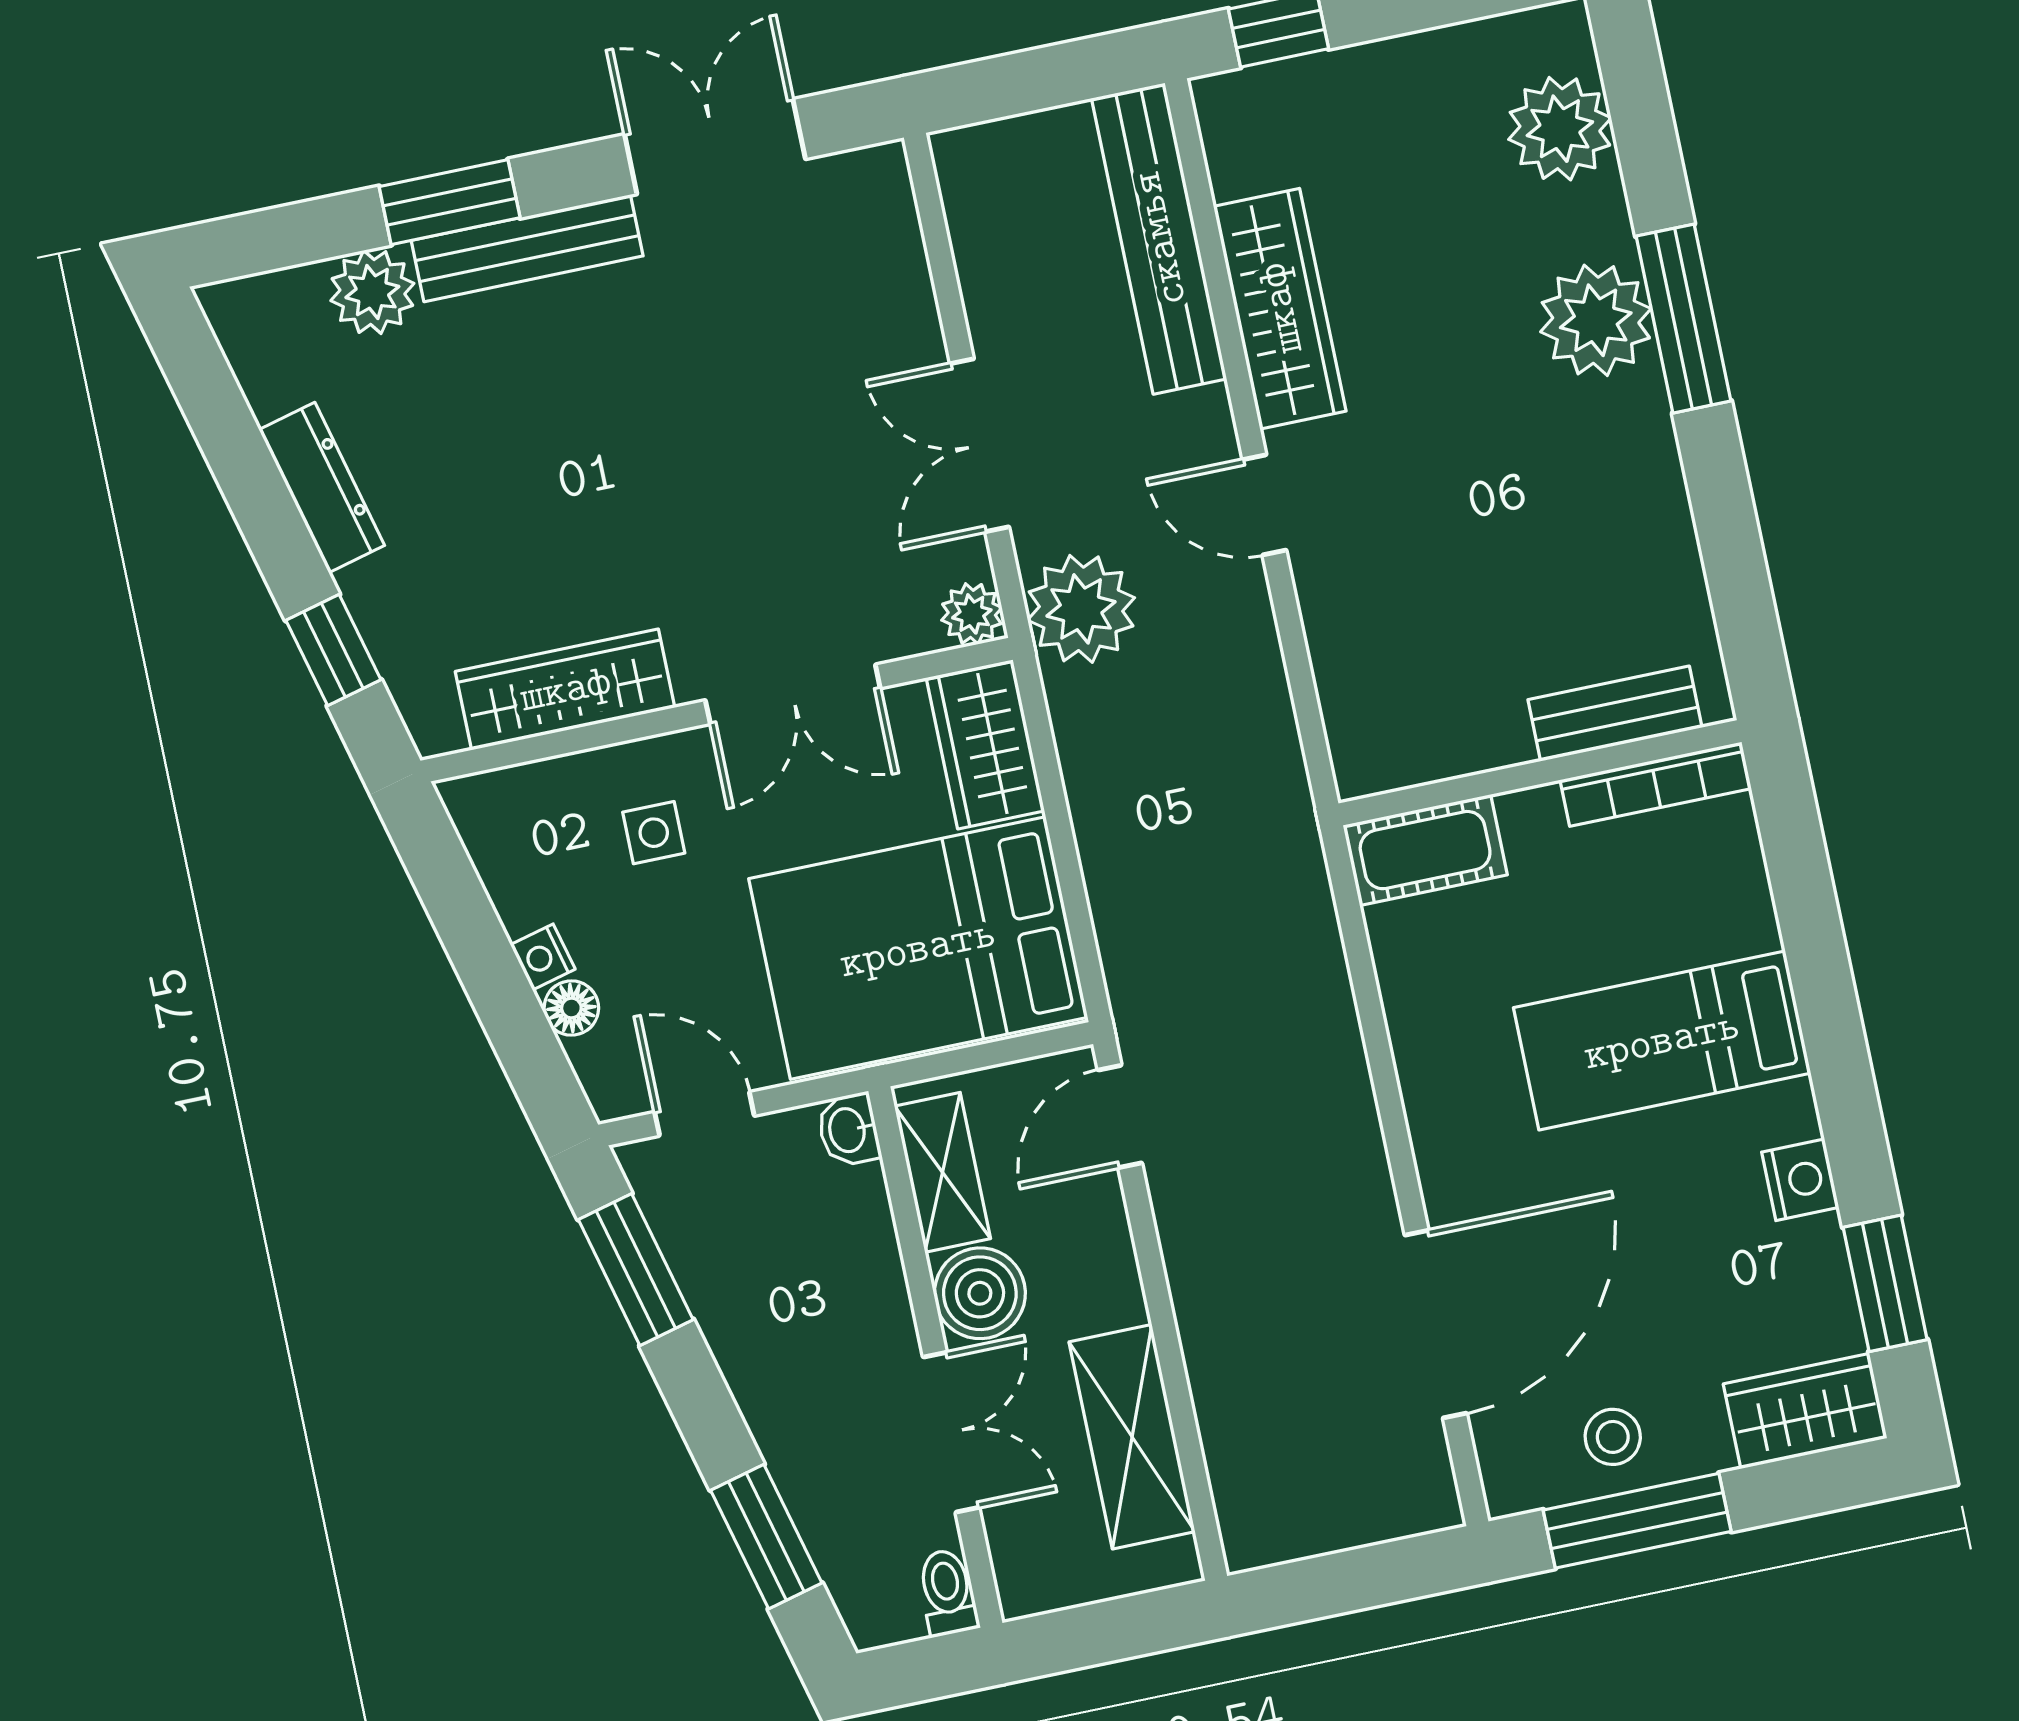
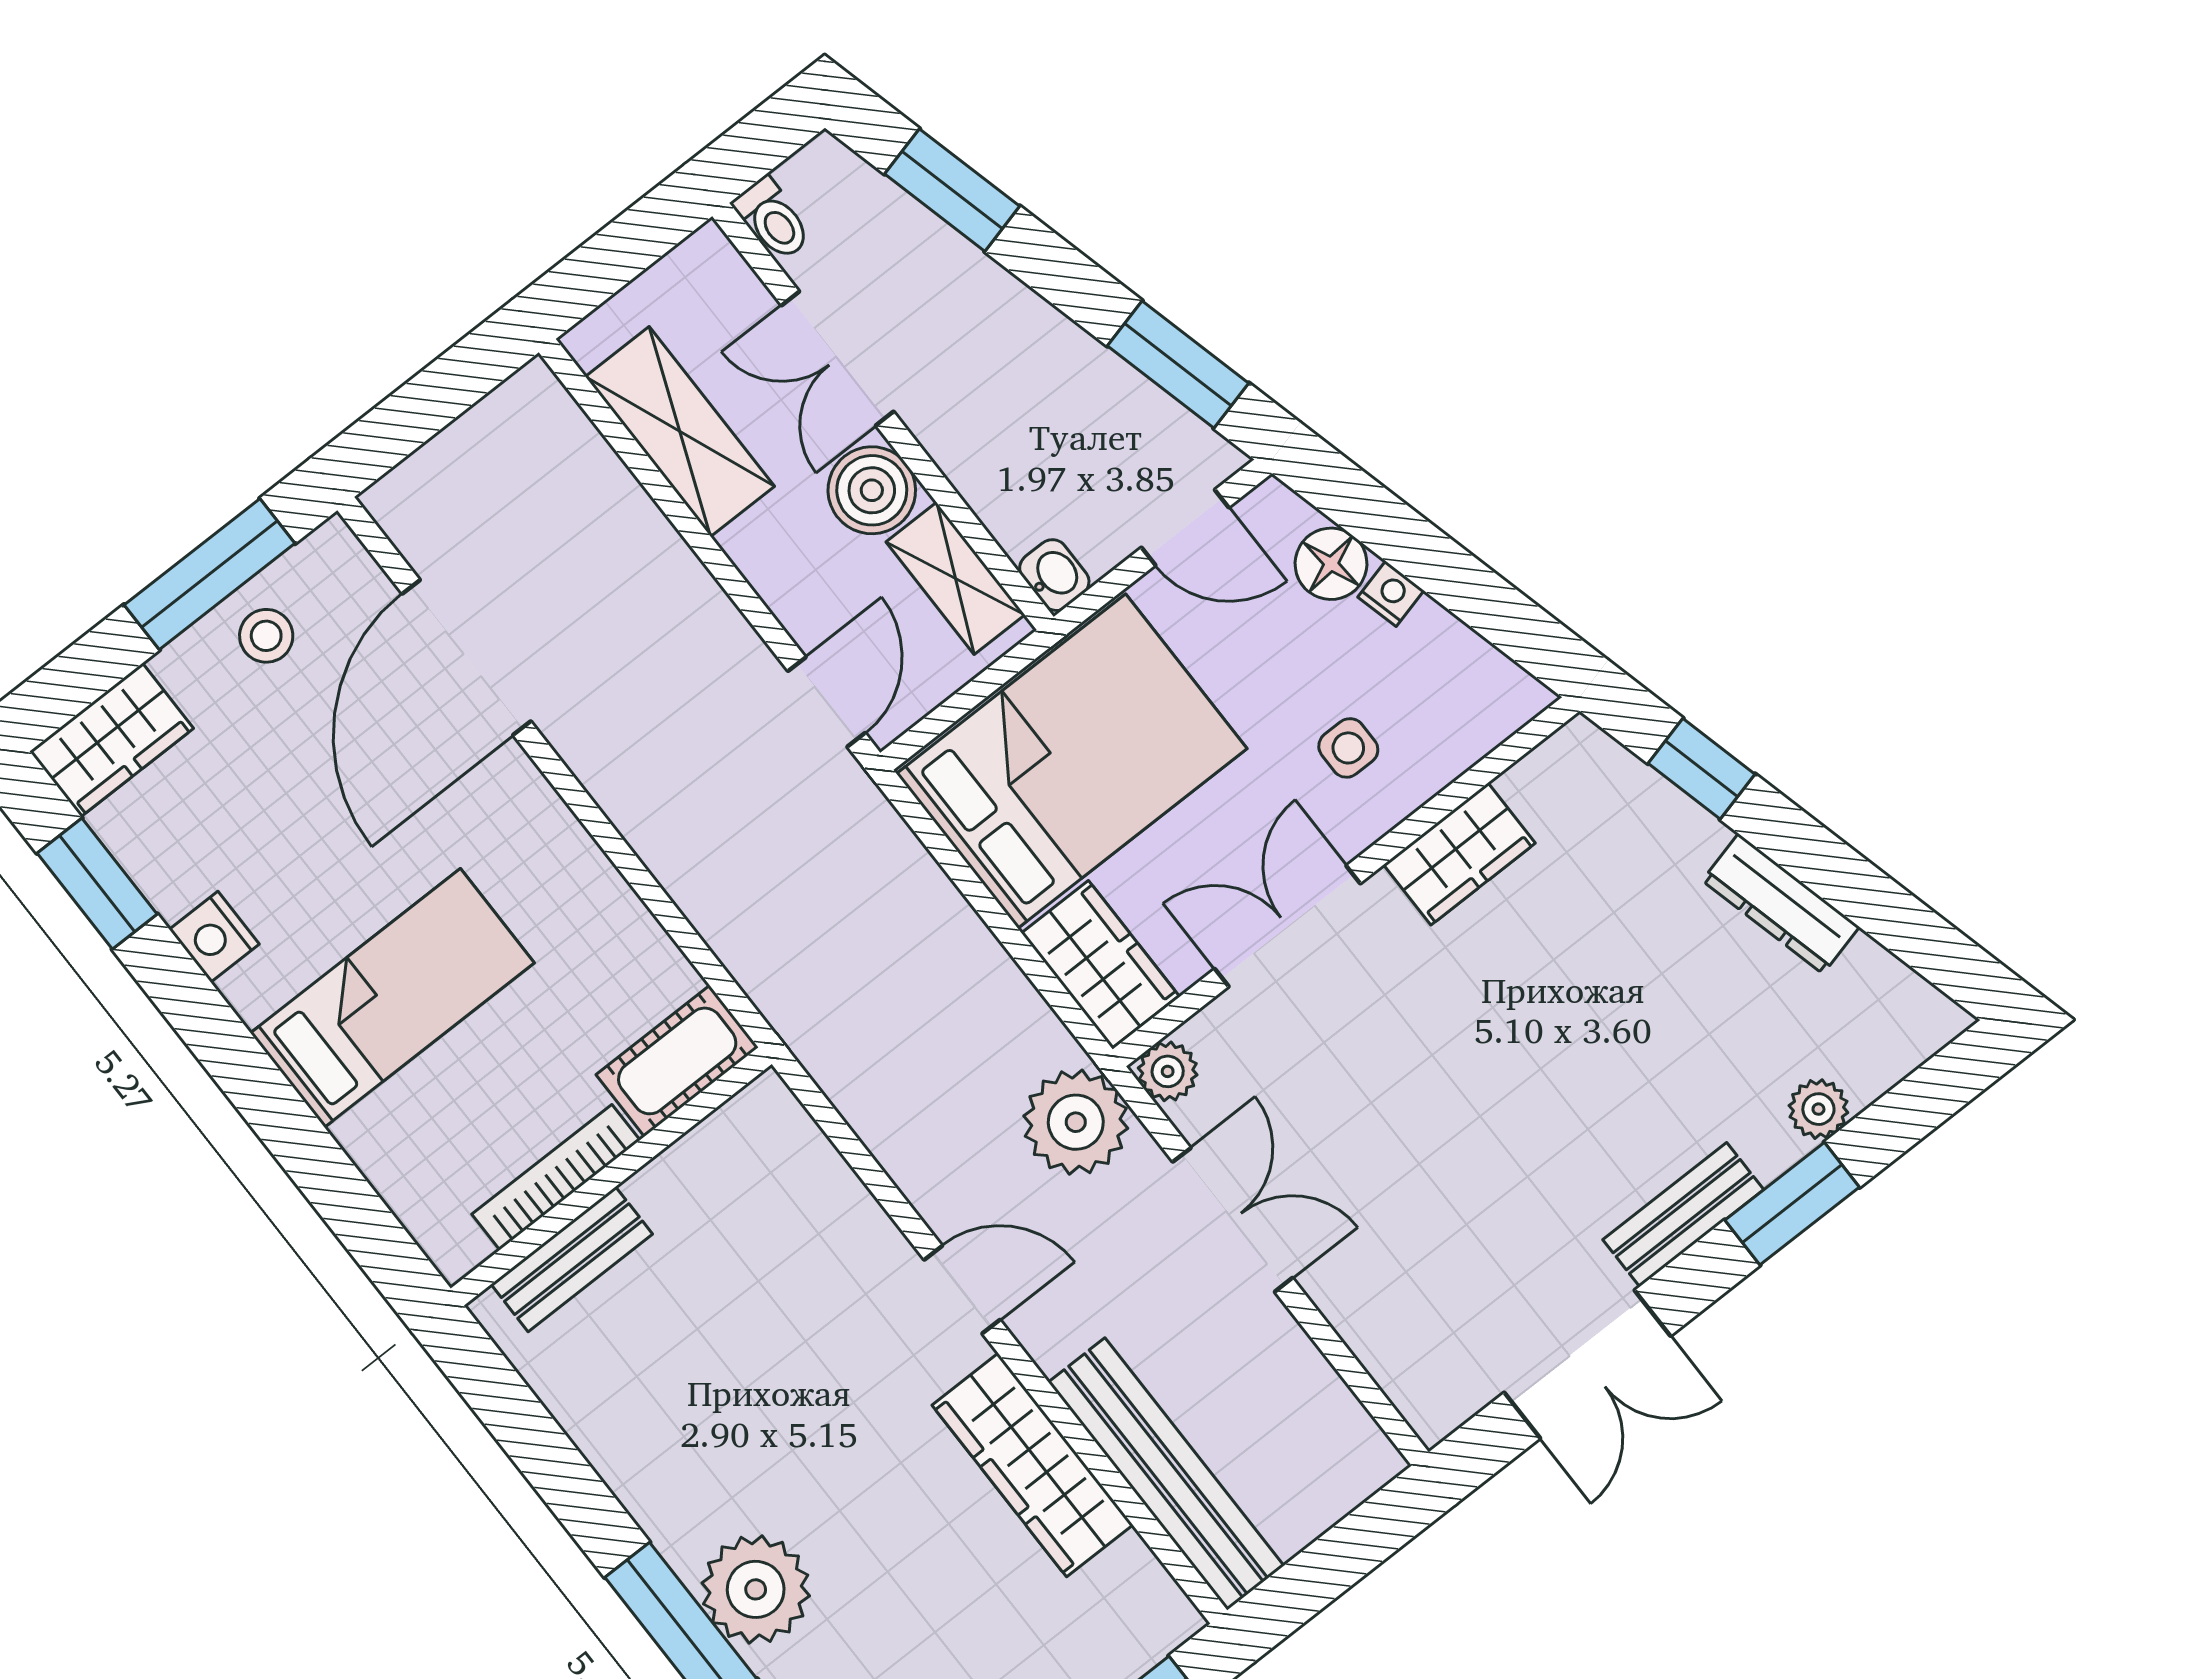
bench: (527, 248) -> (1683, 1215), width x0.73
plant: (372, 292) -> (1818, 1109), width x0.73, depth x0.73
wardrobe: (565, 689) -> (1459, 854), width x0.67
bookcase: (1656, 784) -> (556, 1177), moved
floor lamp: (571, 1008) -> (1331, 564), width x1.37, depth x1.37

